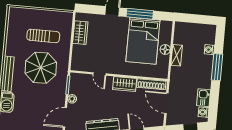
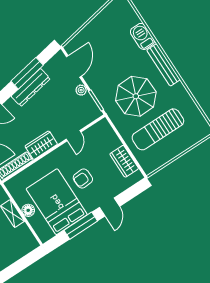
sun lounger: (43, 36) -> (158, 129), width x1.36, depth x1.34
armchair: (115, 42) -> (83, 179), added
door: (99, 74) -> (74, 136), swing flipped

